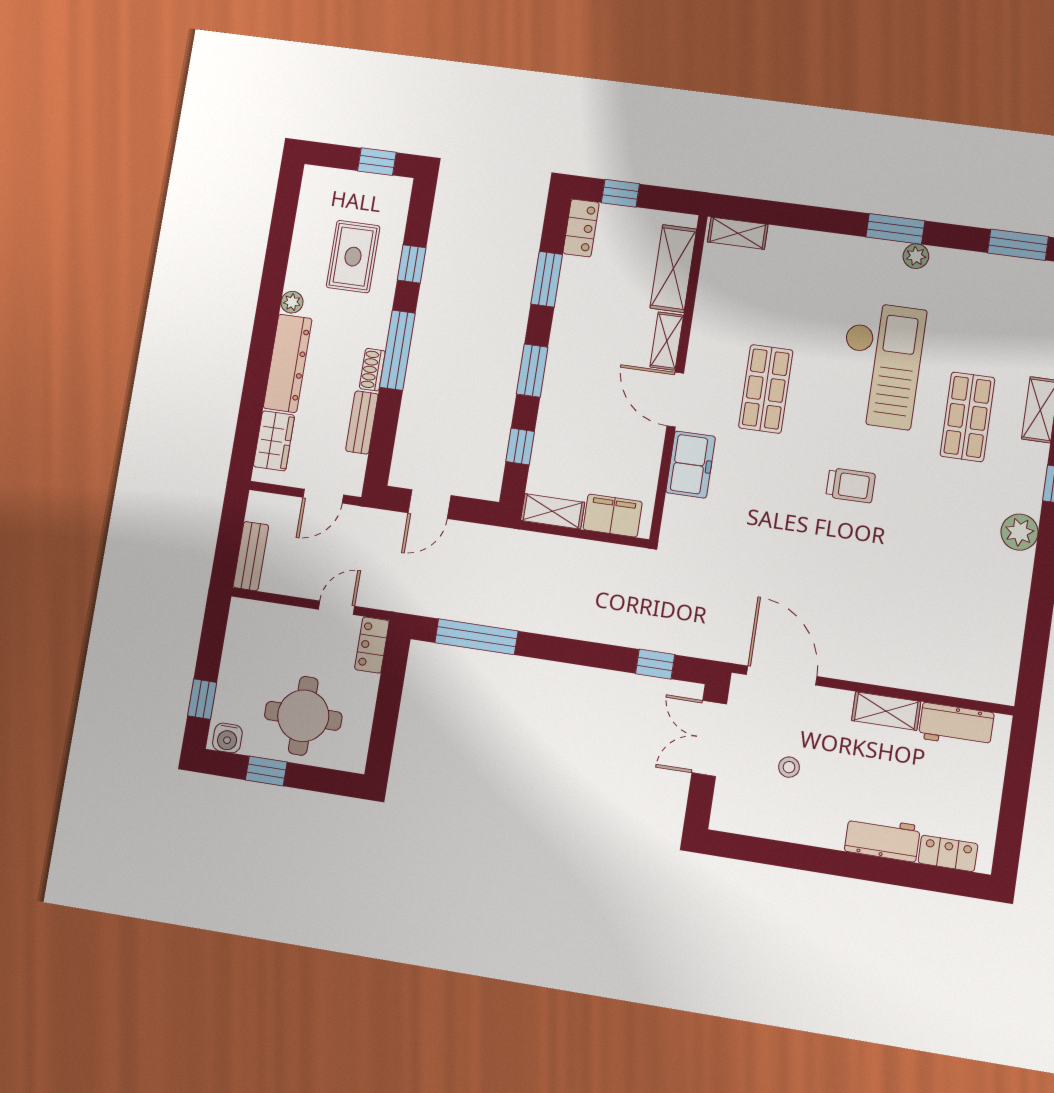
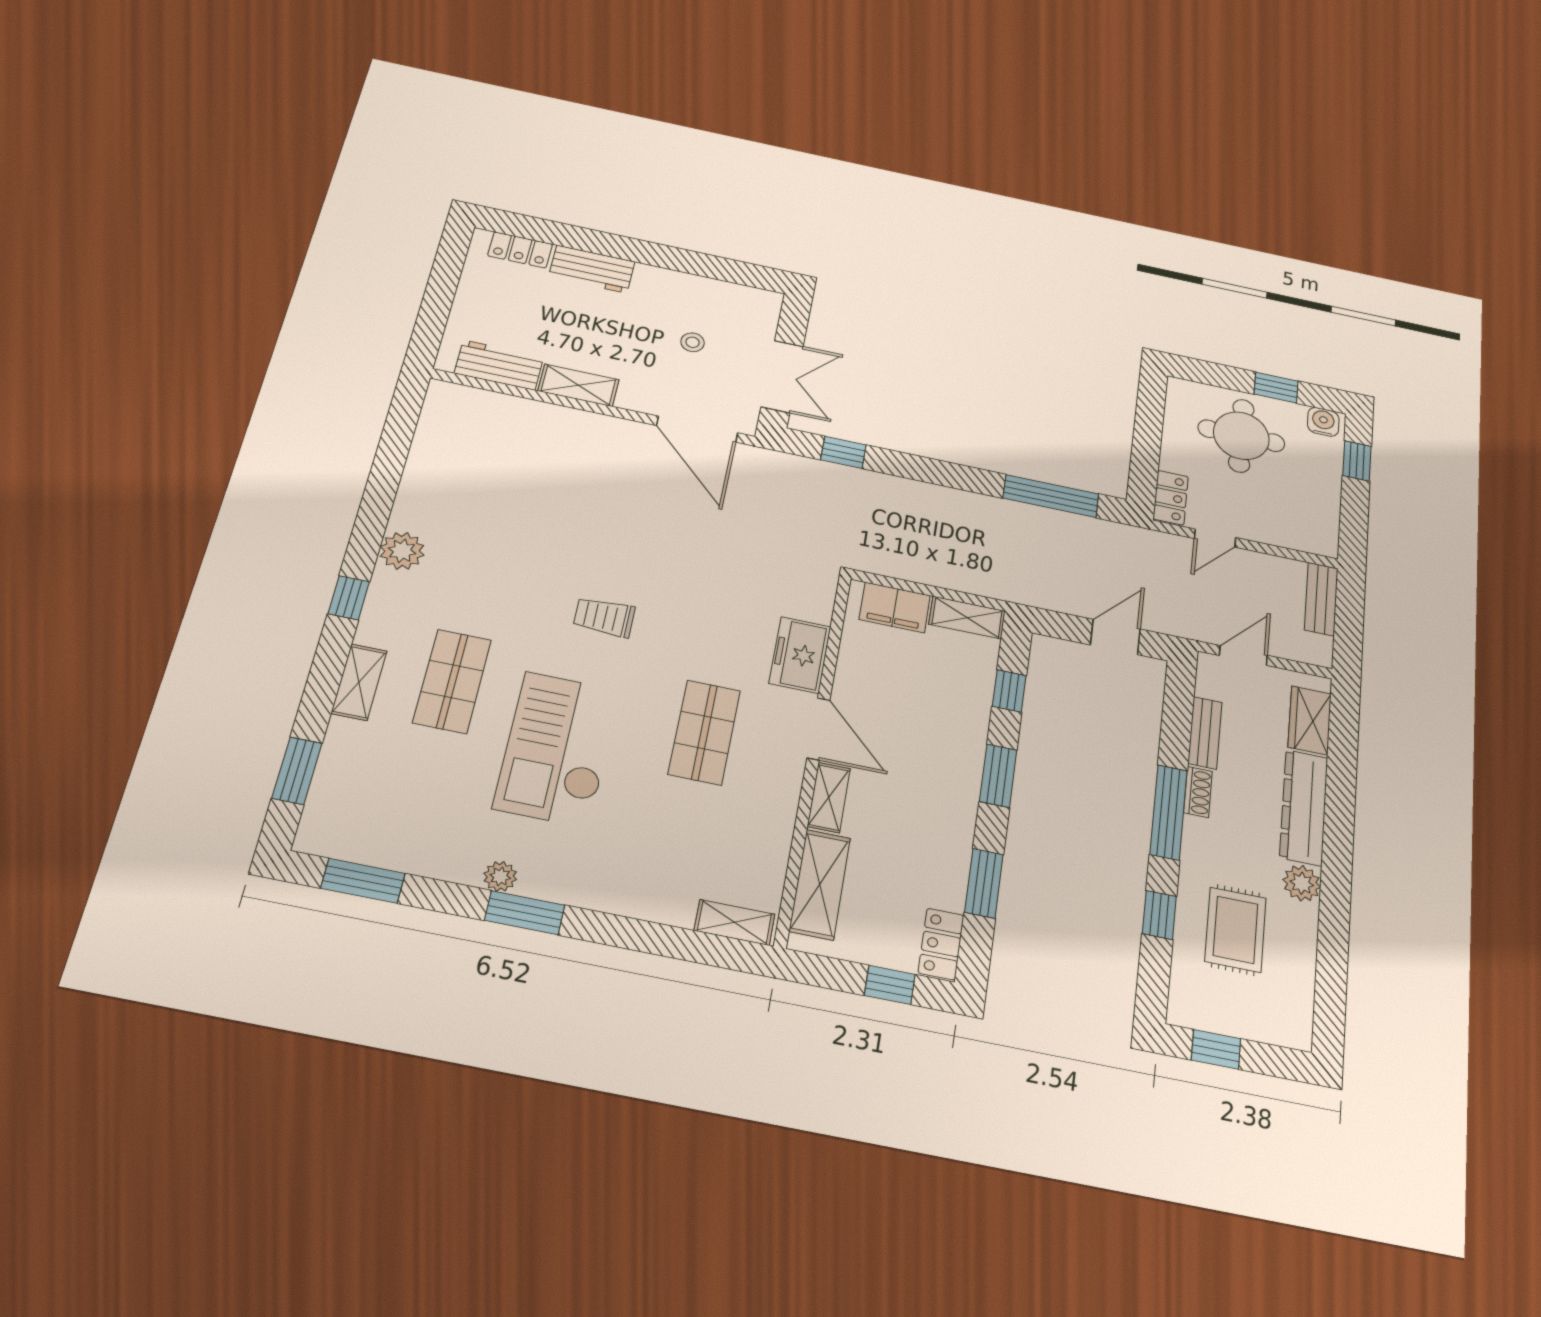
plant: (292, 302) -> (1302, 883), width x1.38, depth x1.38

